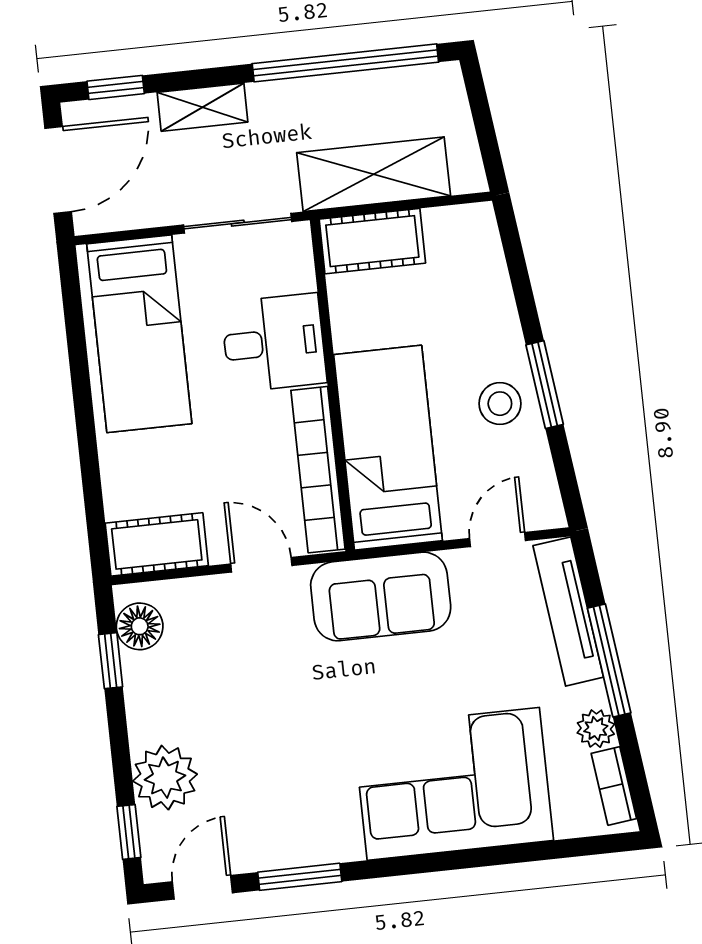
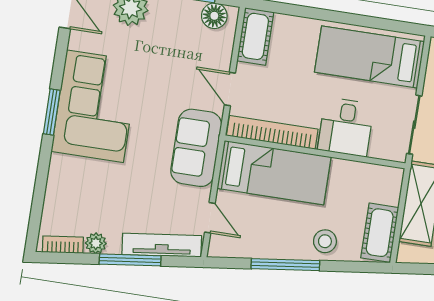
cot: (372, 241) -> (380, 233), moved
window: (545, 385) -> (285, 265), width x1.44
stool: (500, 404) -> (325, 241), moved
door: (261, 565) -> (230, 89), swing flipped
corner sofa: (453, 784) -> (95, 106), moved
window: (300, 877) -> (52, 112), moved

